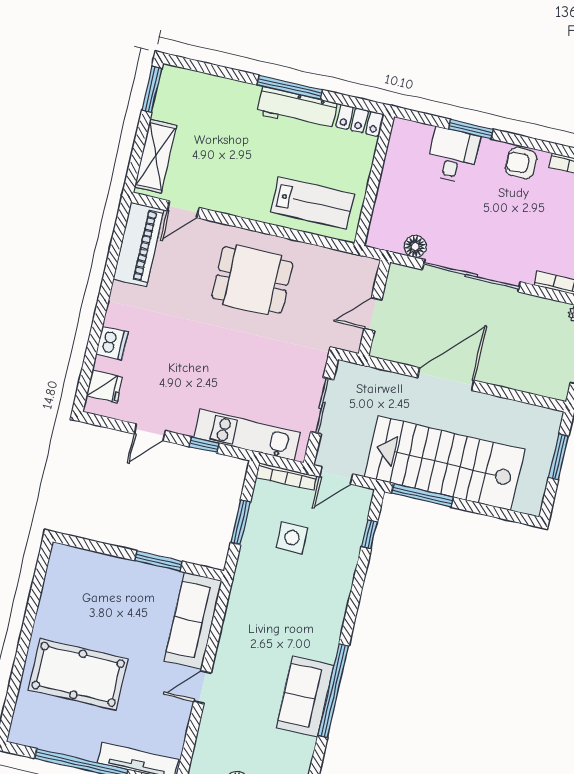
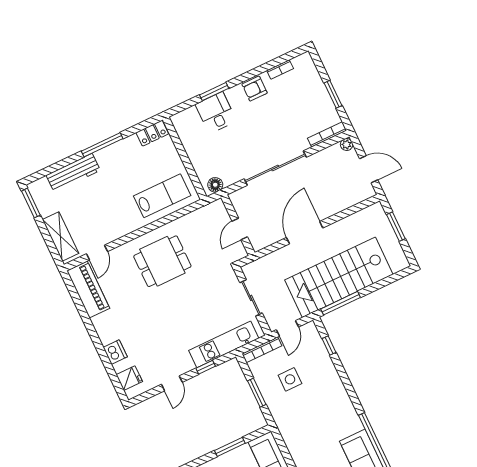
workbench: (297, 109) -> (73, 173), moved
floor lamp: (415, 246) -> (215, 185), moved

